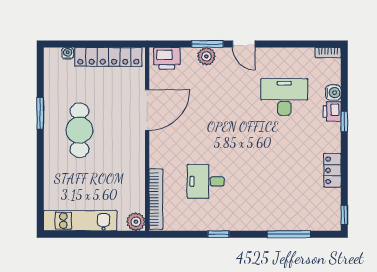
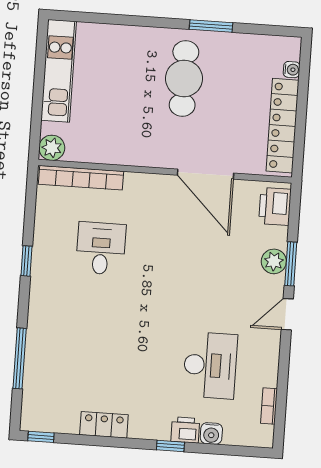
bookcase: (328, 53) -> (269, 406), moved
cafe table: (79, 130) -> (184, 79), turned 90

